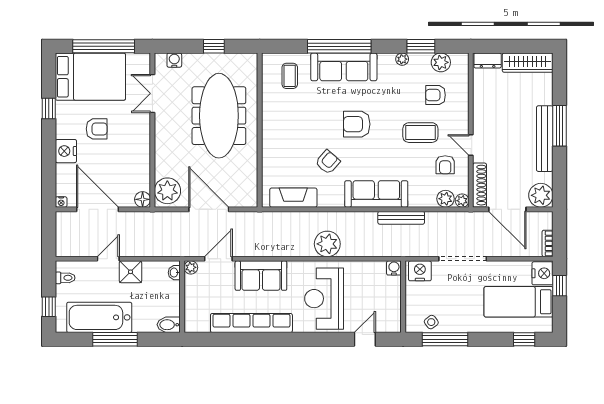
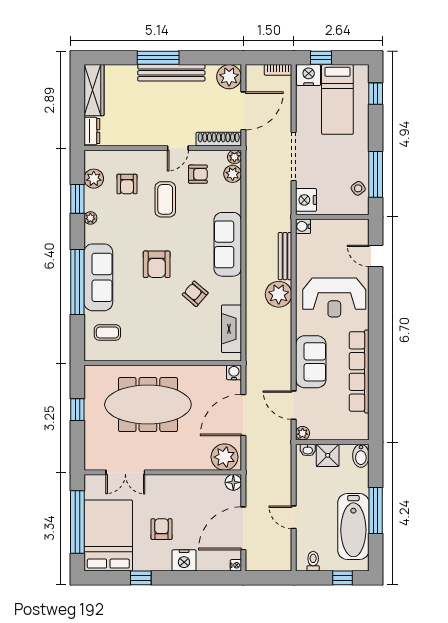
water cooler: (174, 60) -> (234, 372), moved, turned 90
bench: (401, 218) -> (285, 256), moved
shower: (130, 272) -> (328, 455), moved

